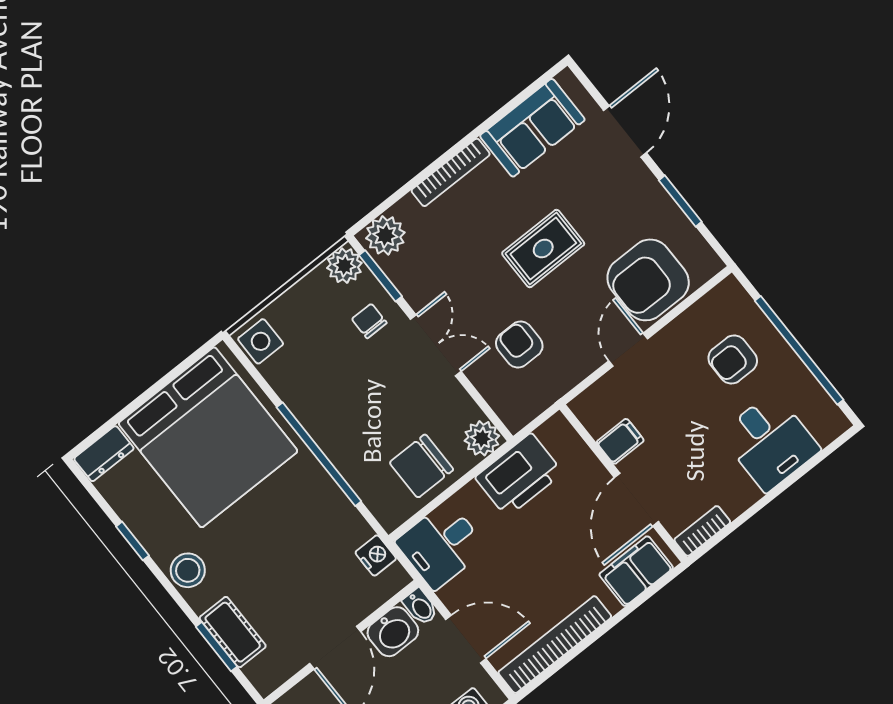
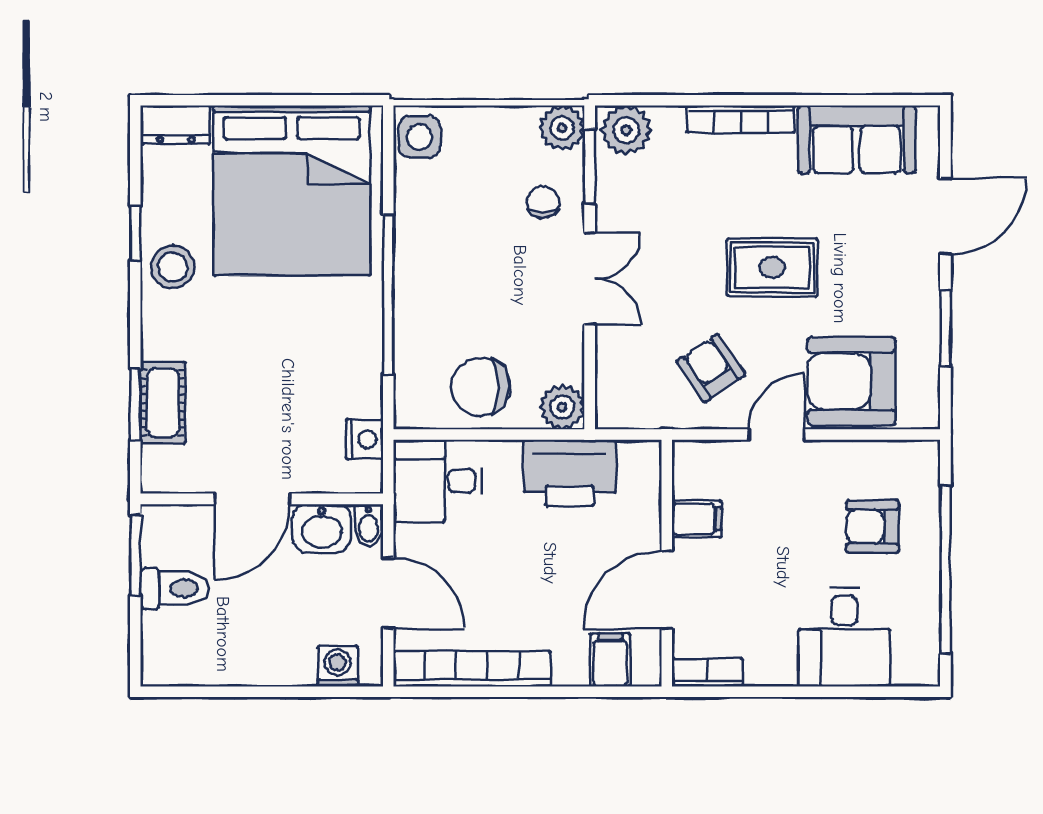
armchair: (519, 345) -> (711, 368), moved, turned -34
stool: (188, 570) -> (173, 267), moved
filing cabinet: (636, 571) -> (610, 660), width x0.50

